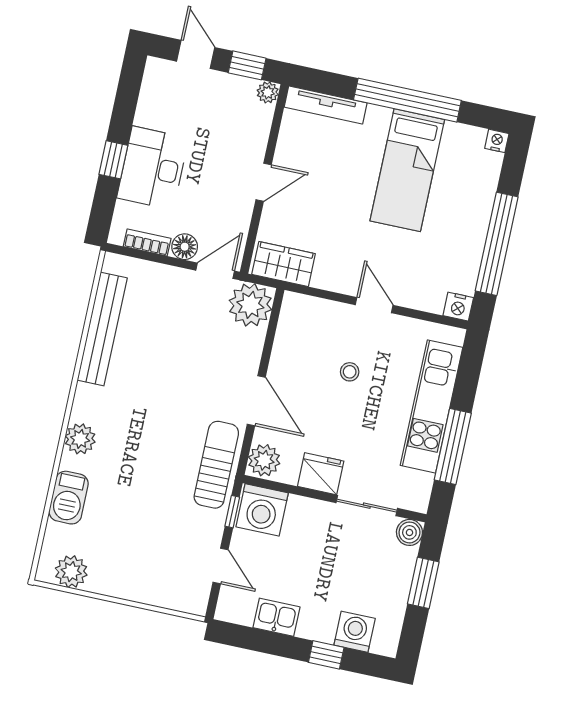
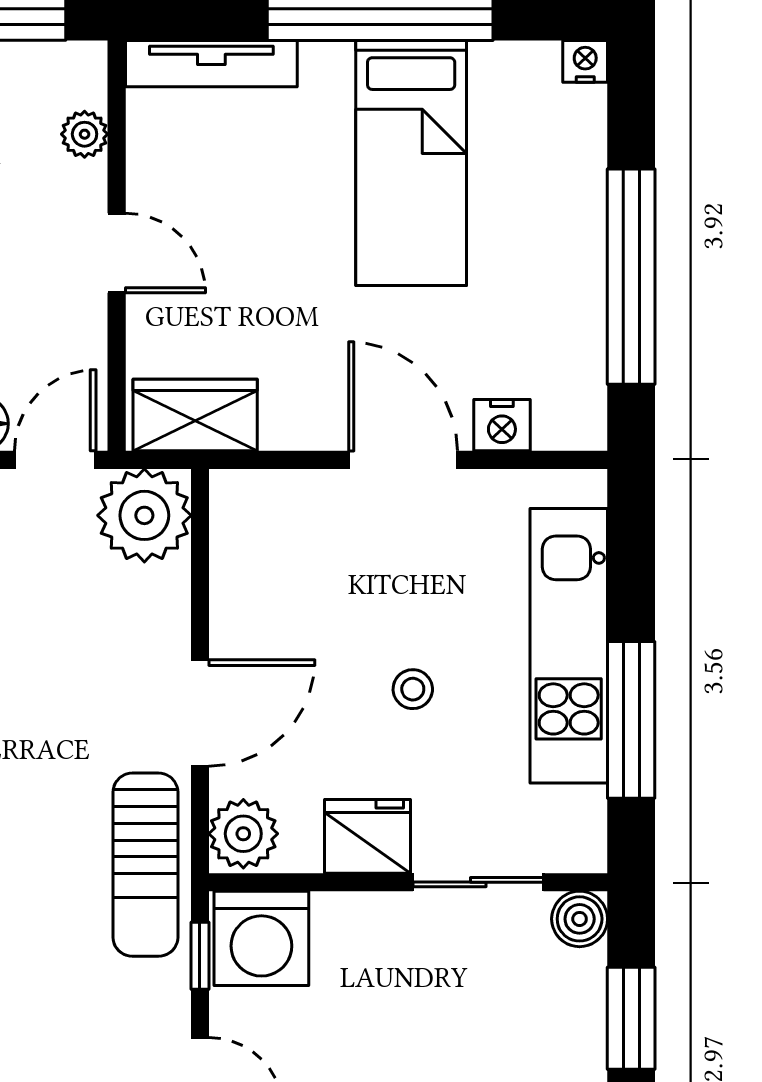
plant: (268, 92) -> (85, 134), moved
door: (264, 182) -> (117, 253), hinge flipped
door: (374, 305) -> (403, 460), width x1.38
nightstand: (458, 307) -> (502, 425), moved
stool: (350, 372) -> (413, 689), moved
door: (256, 401) -> (200, 713), hinge flipped
sun lounger: (216, 465) -> (145, 865), turned 180

